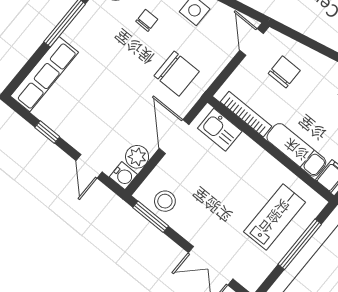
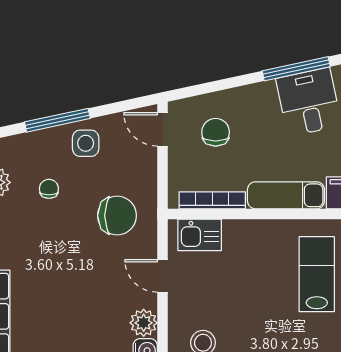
door: (174, 137) -> (162, 276), width x0.73

